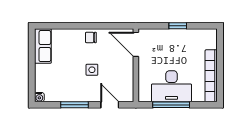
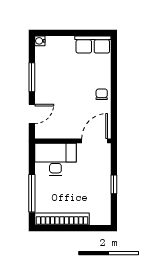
side table: (92, 70) -> (68, 95), removed
desk: (172, 86) -> (55, 159), moved, turned 90
window: (171, 105) -> (32, 193), moved

